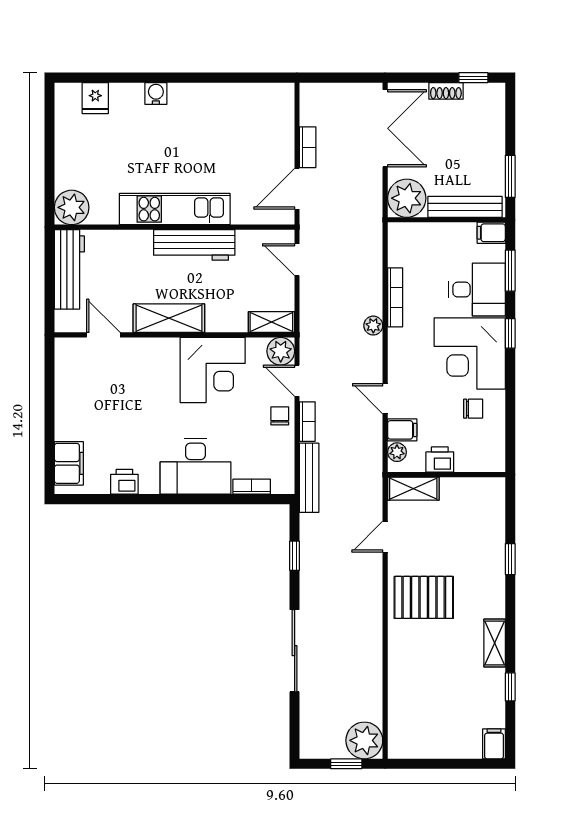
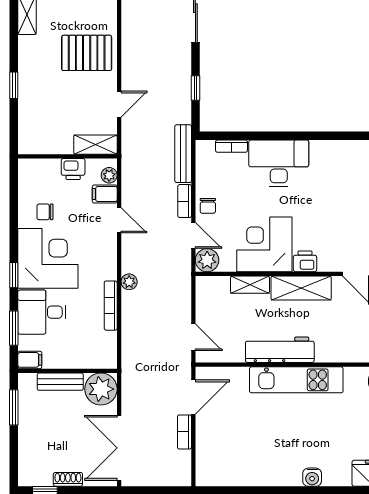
bench: (465, 207) -> (60, 382), width x0.73
shelving: (271, 322) -> (250, 285), moved
printer: (124, 482) -> (305, 261), moved, turned 180

